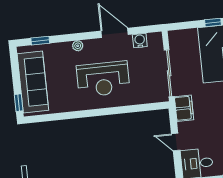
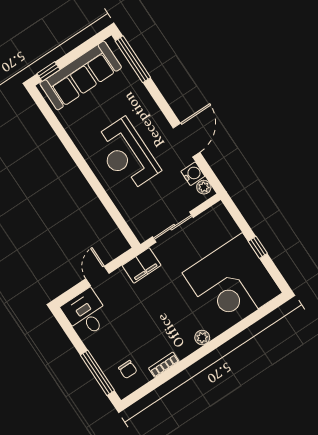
window: (40, 41) -> (133, 59), width x2.17
plant: (78, 46) -> (204, 187), moved
sliding door: (169, 73) -> (173, 227), width x0.73

